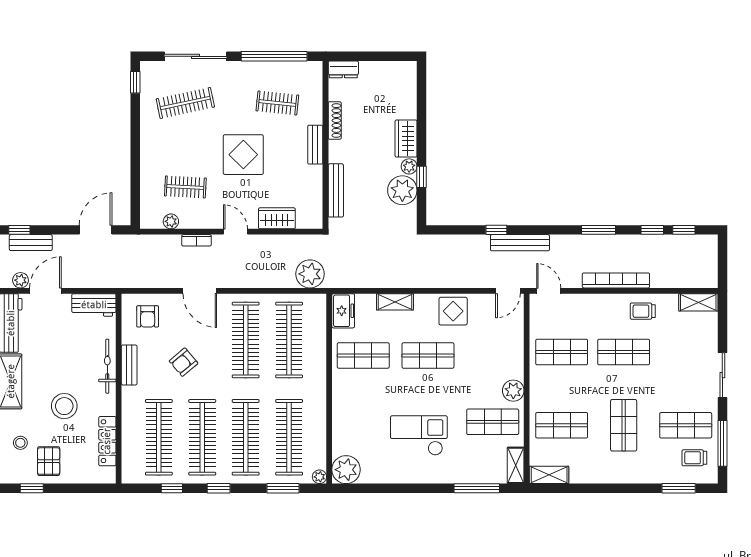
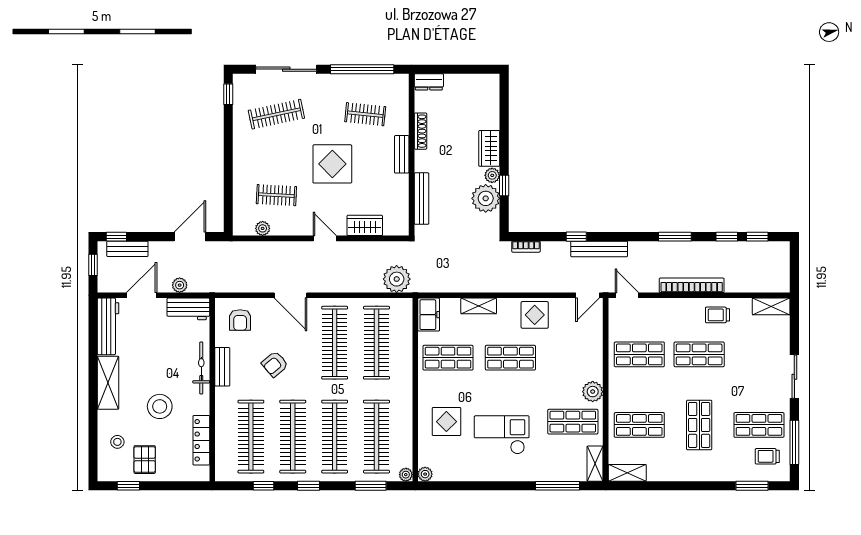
bookcase: (196, 240) -> (526, 247), moved
plant: (21, 280) -> (180, 285), moved
display table: (362, 422) -> (446, 422), added
plant: (346, 470) -> (425, 474), width x0.53, depth x0.53

